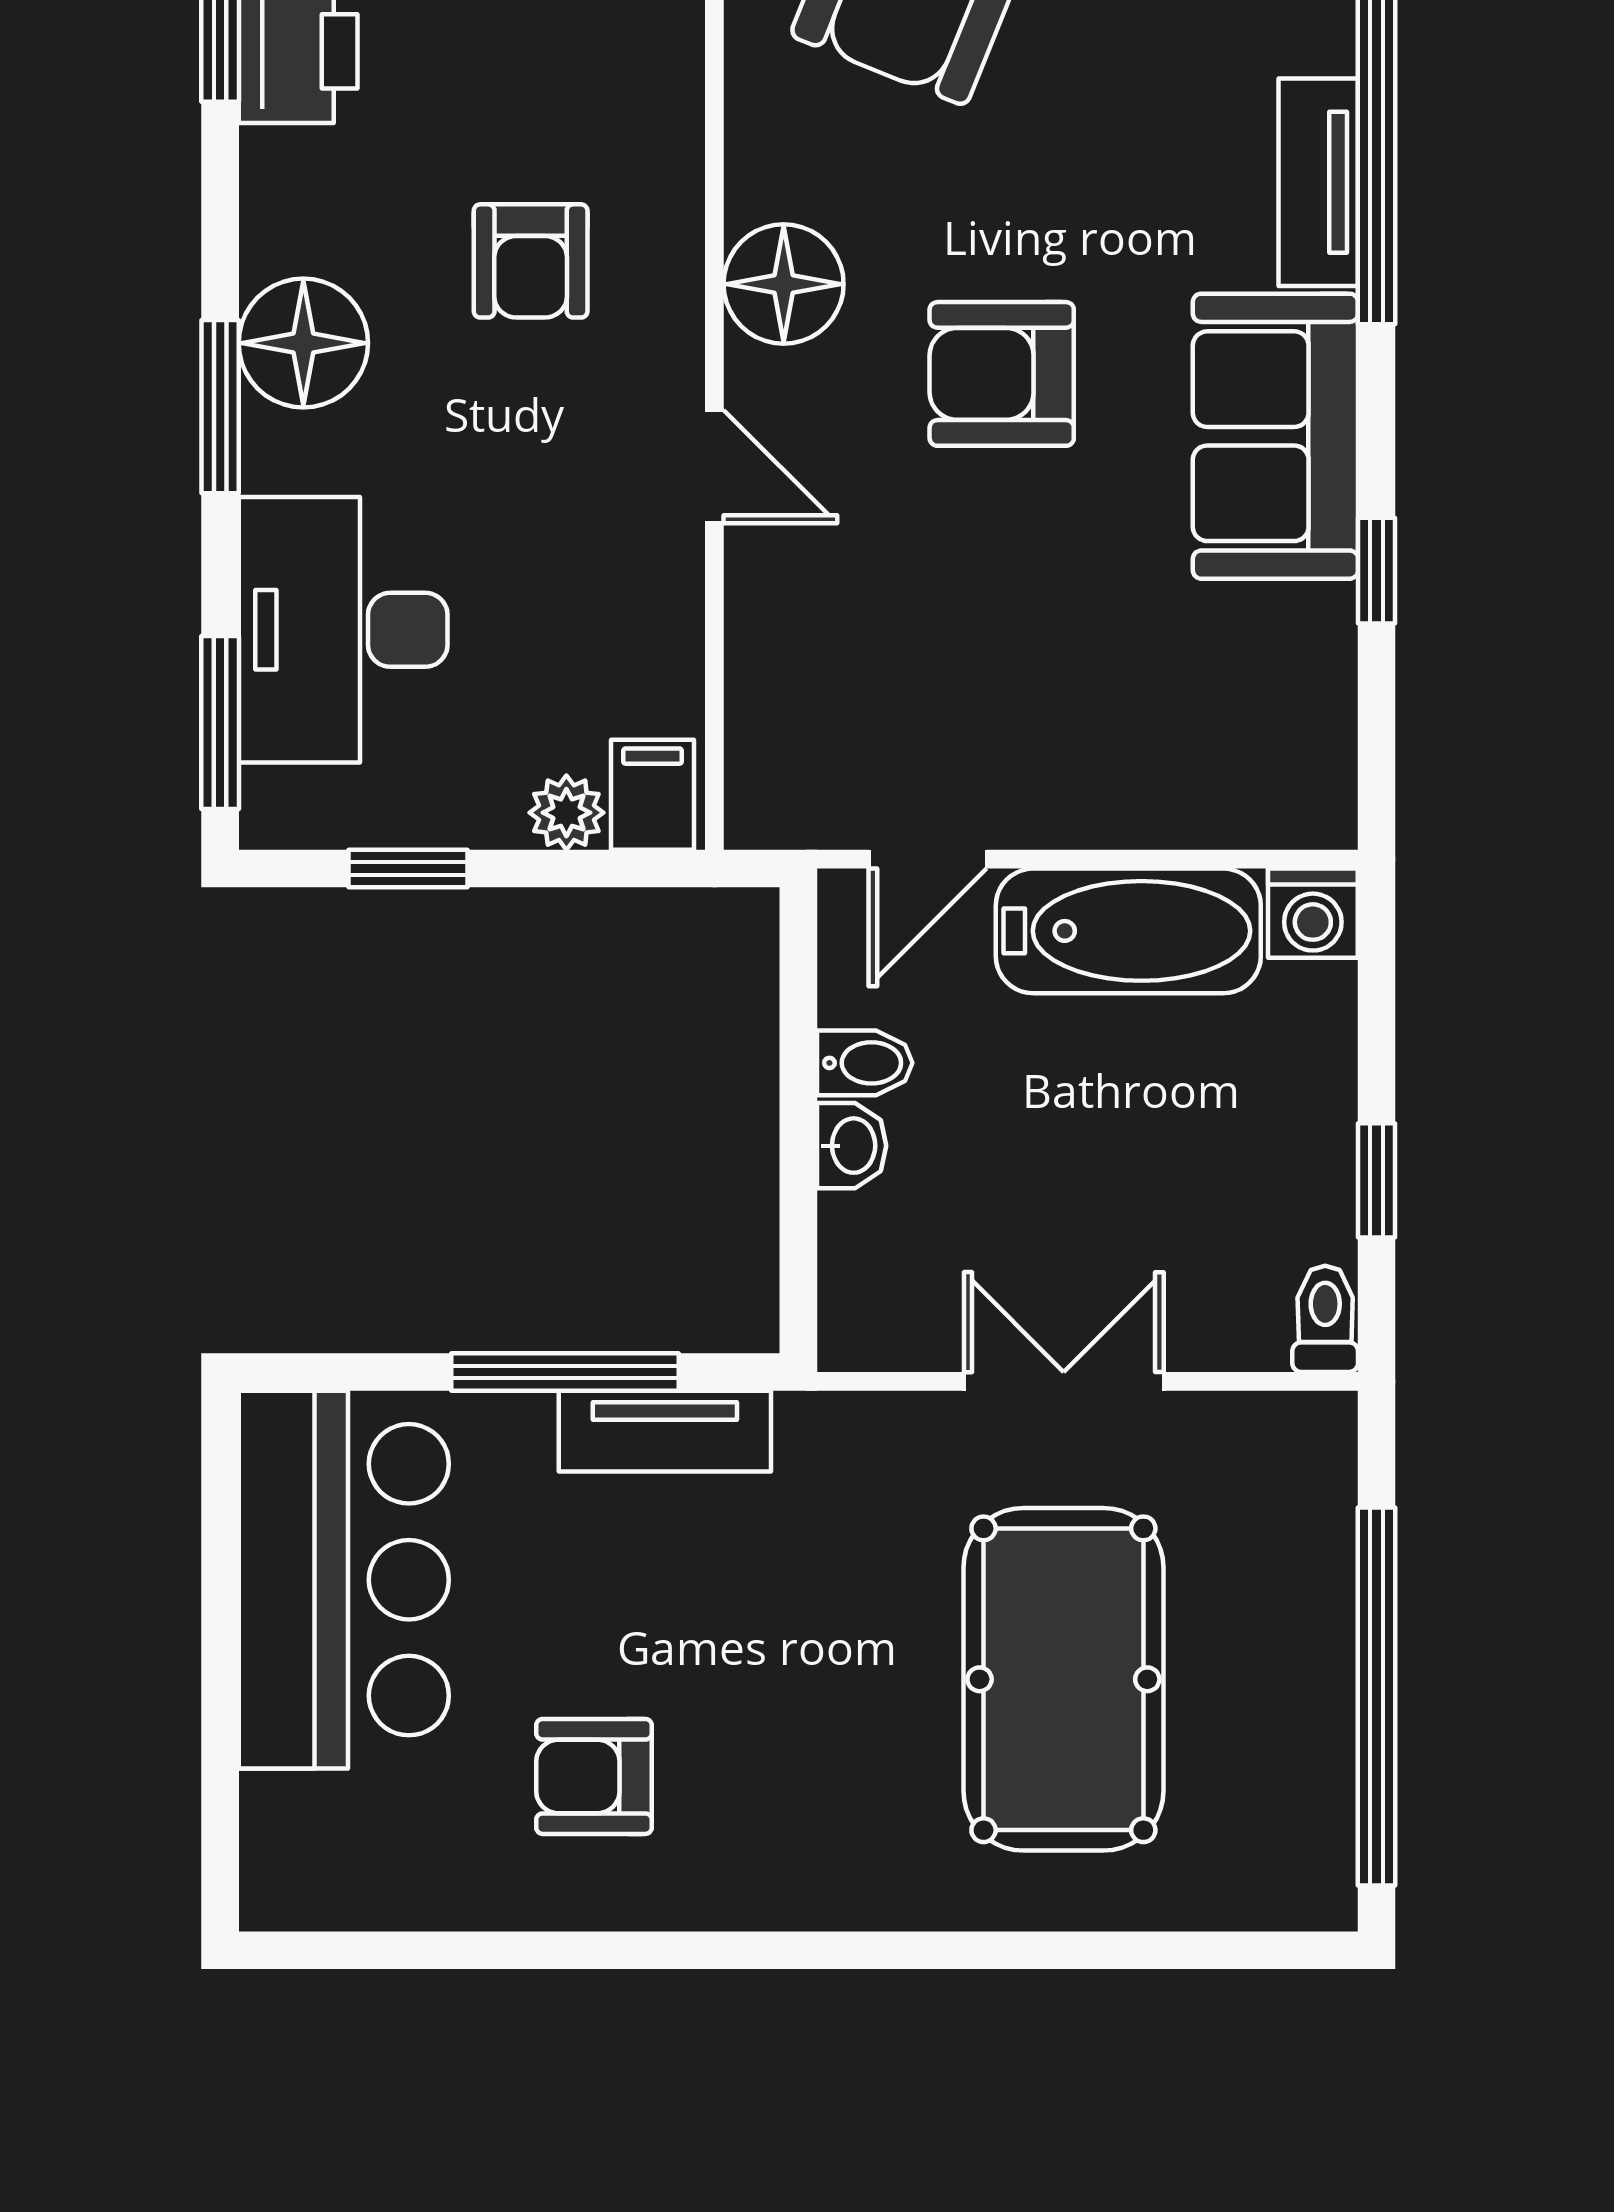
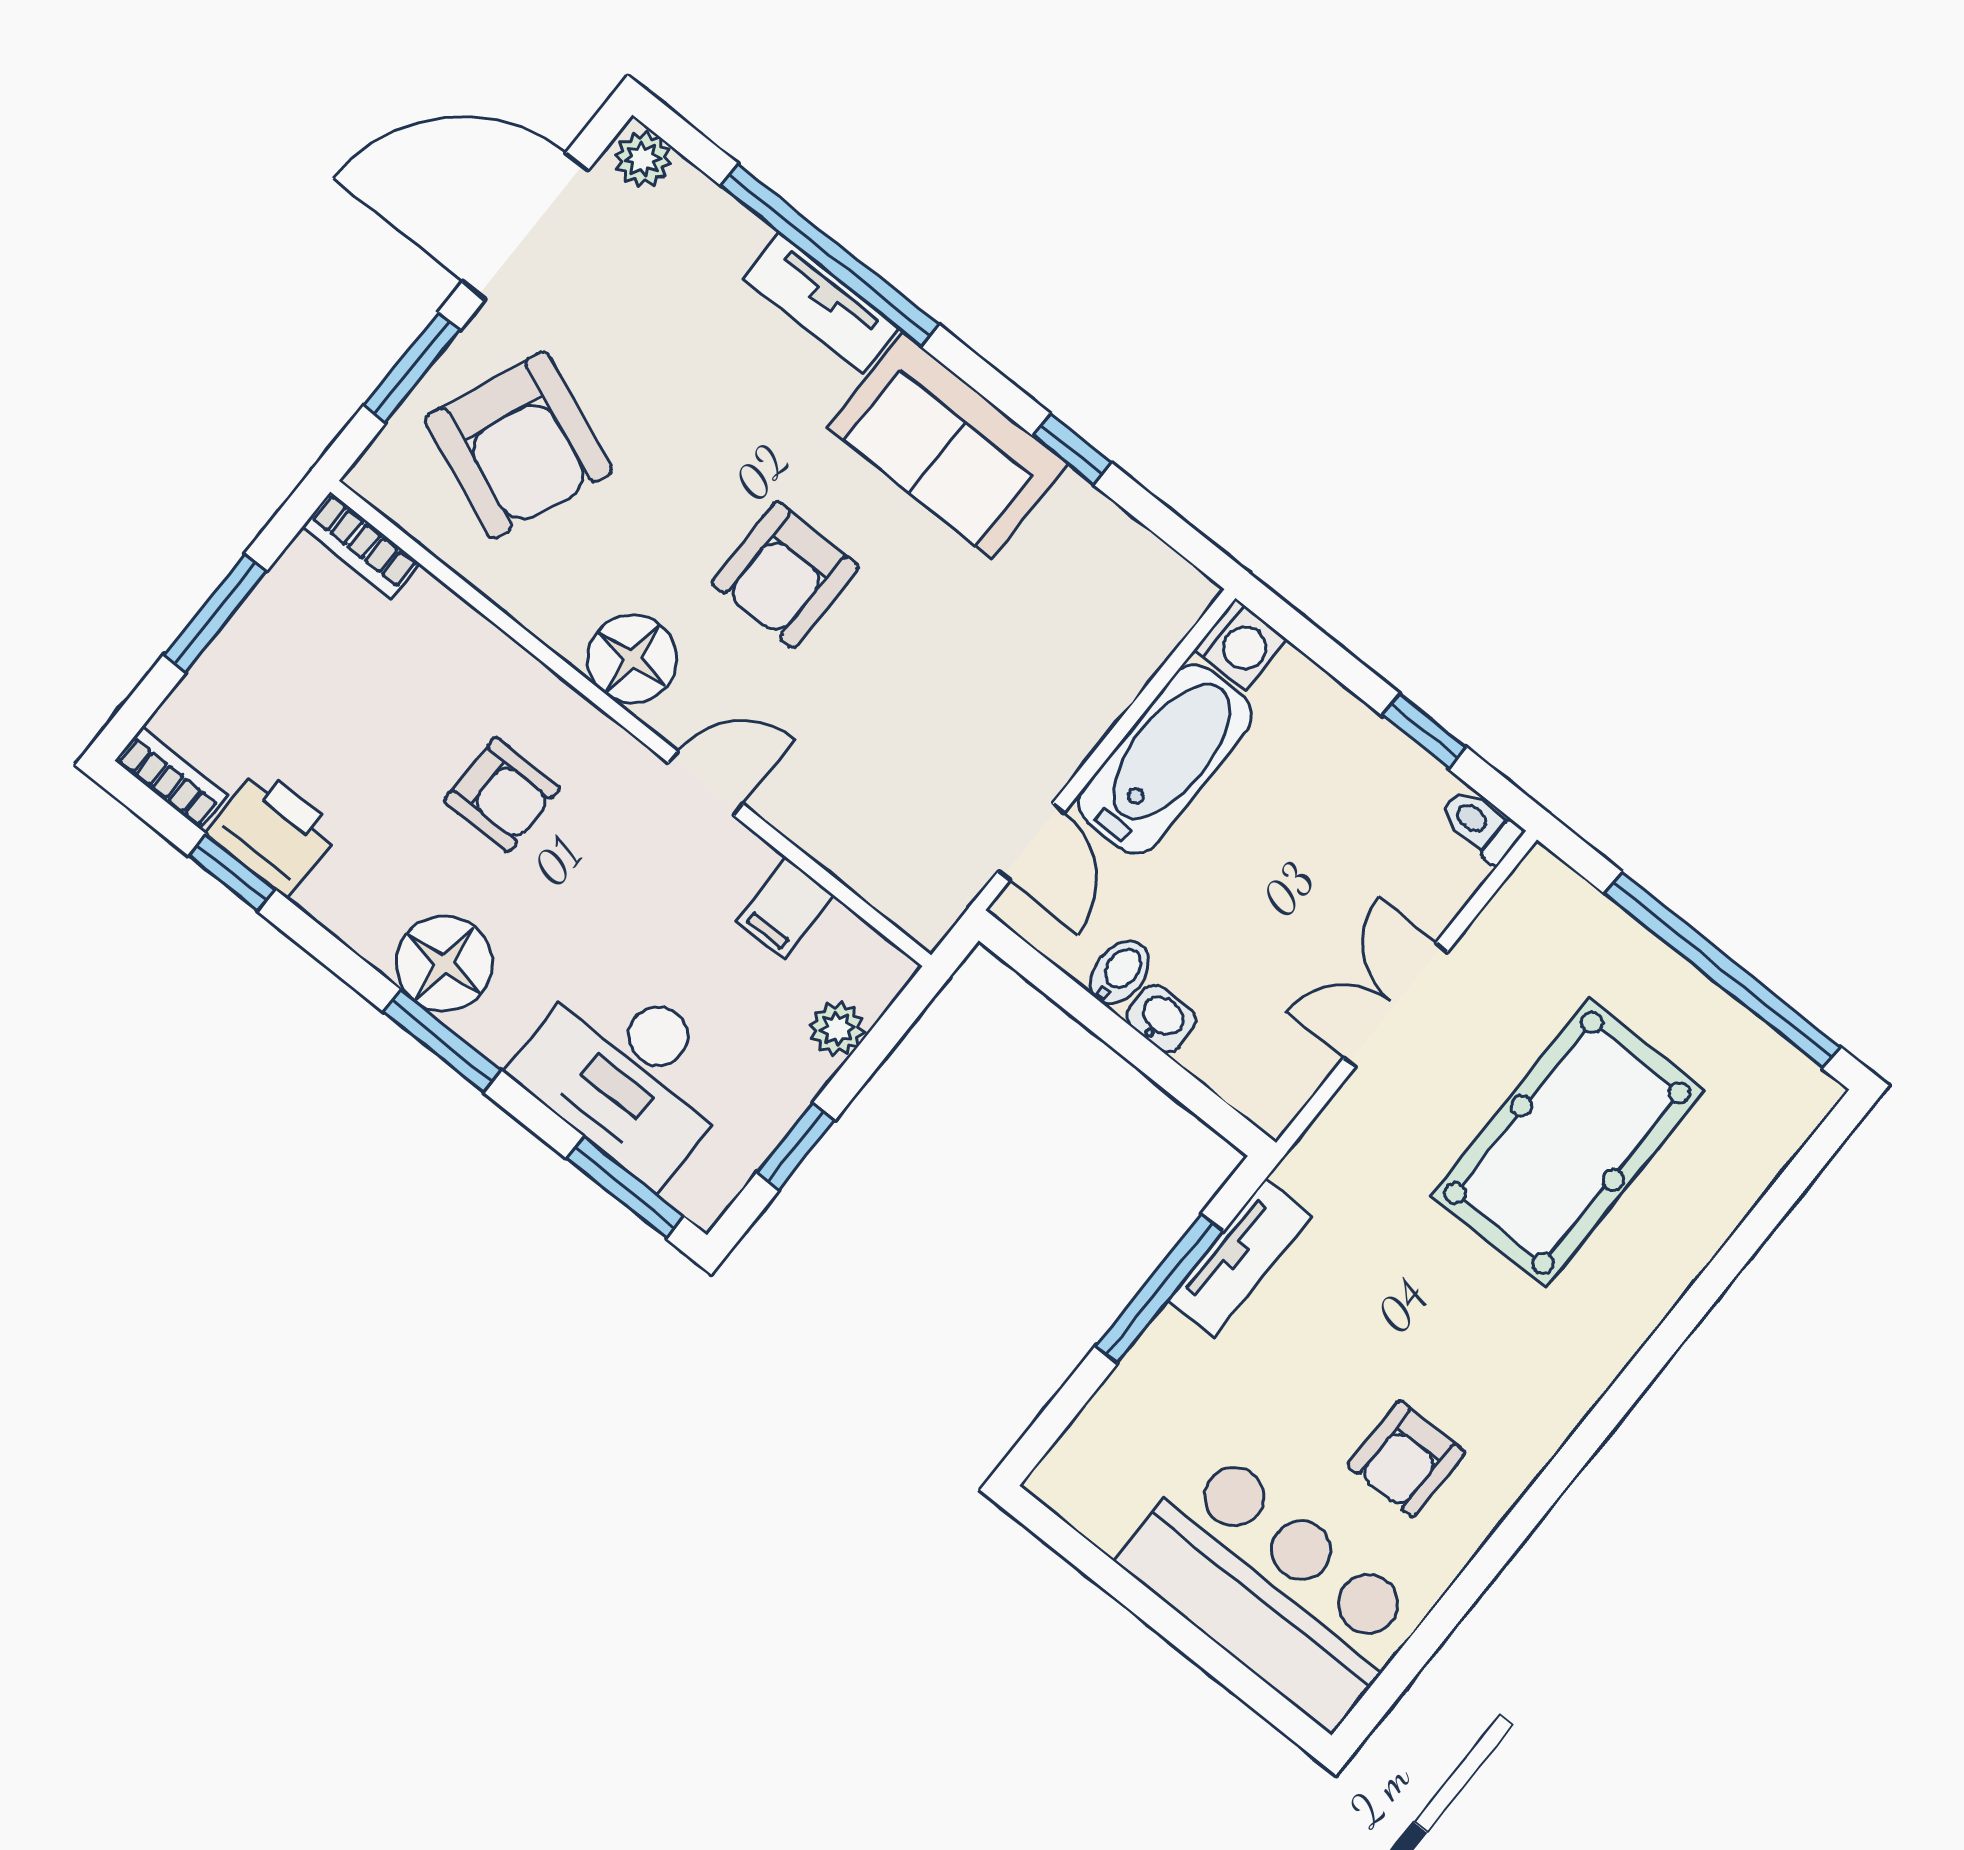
filing cabinet: (653, 795) -> (785, 908), moved, turned -90
bar counter: (344, 1580) -> (1271, 1588), moved
pool table: (1063, 1679) -> (1567, 1143), turned 90

